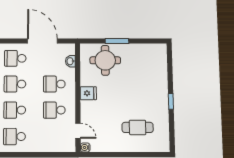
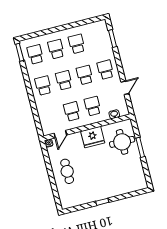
door: (42, 41) -> (125, 88), width x0.53
fridge: (88, 93) -> (93, 137), width x1.88, depth x1.34
cafe table: (138, 127) -> (67, 171), moved

